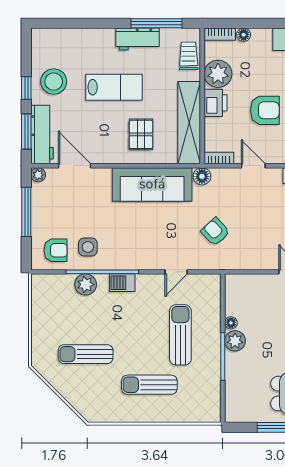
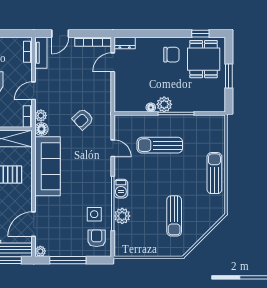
plant: (220, 175) -> (41, 116), added
sun lounger: (149, 385) -> (214, 173), moved, turned 180

